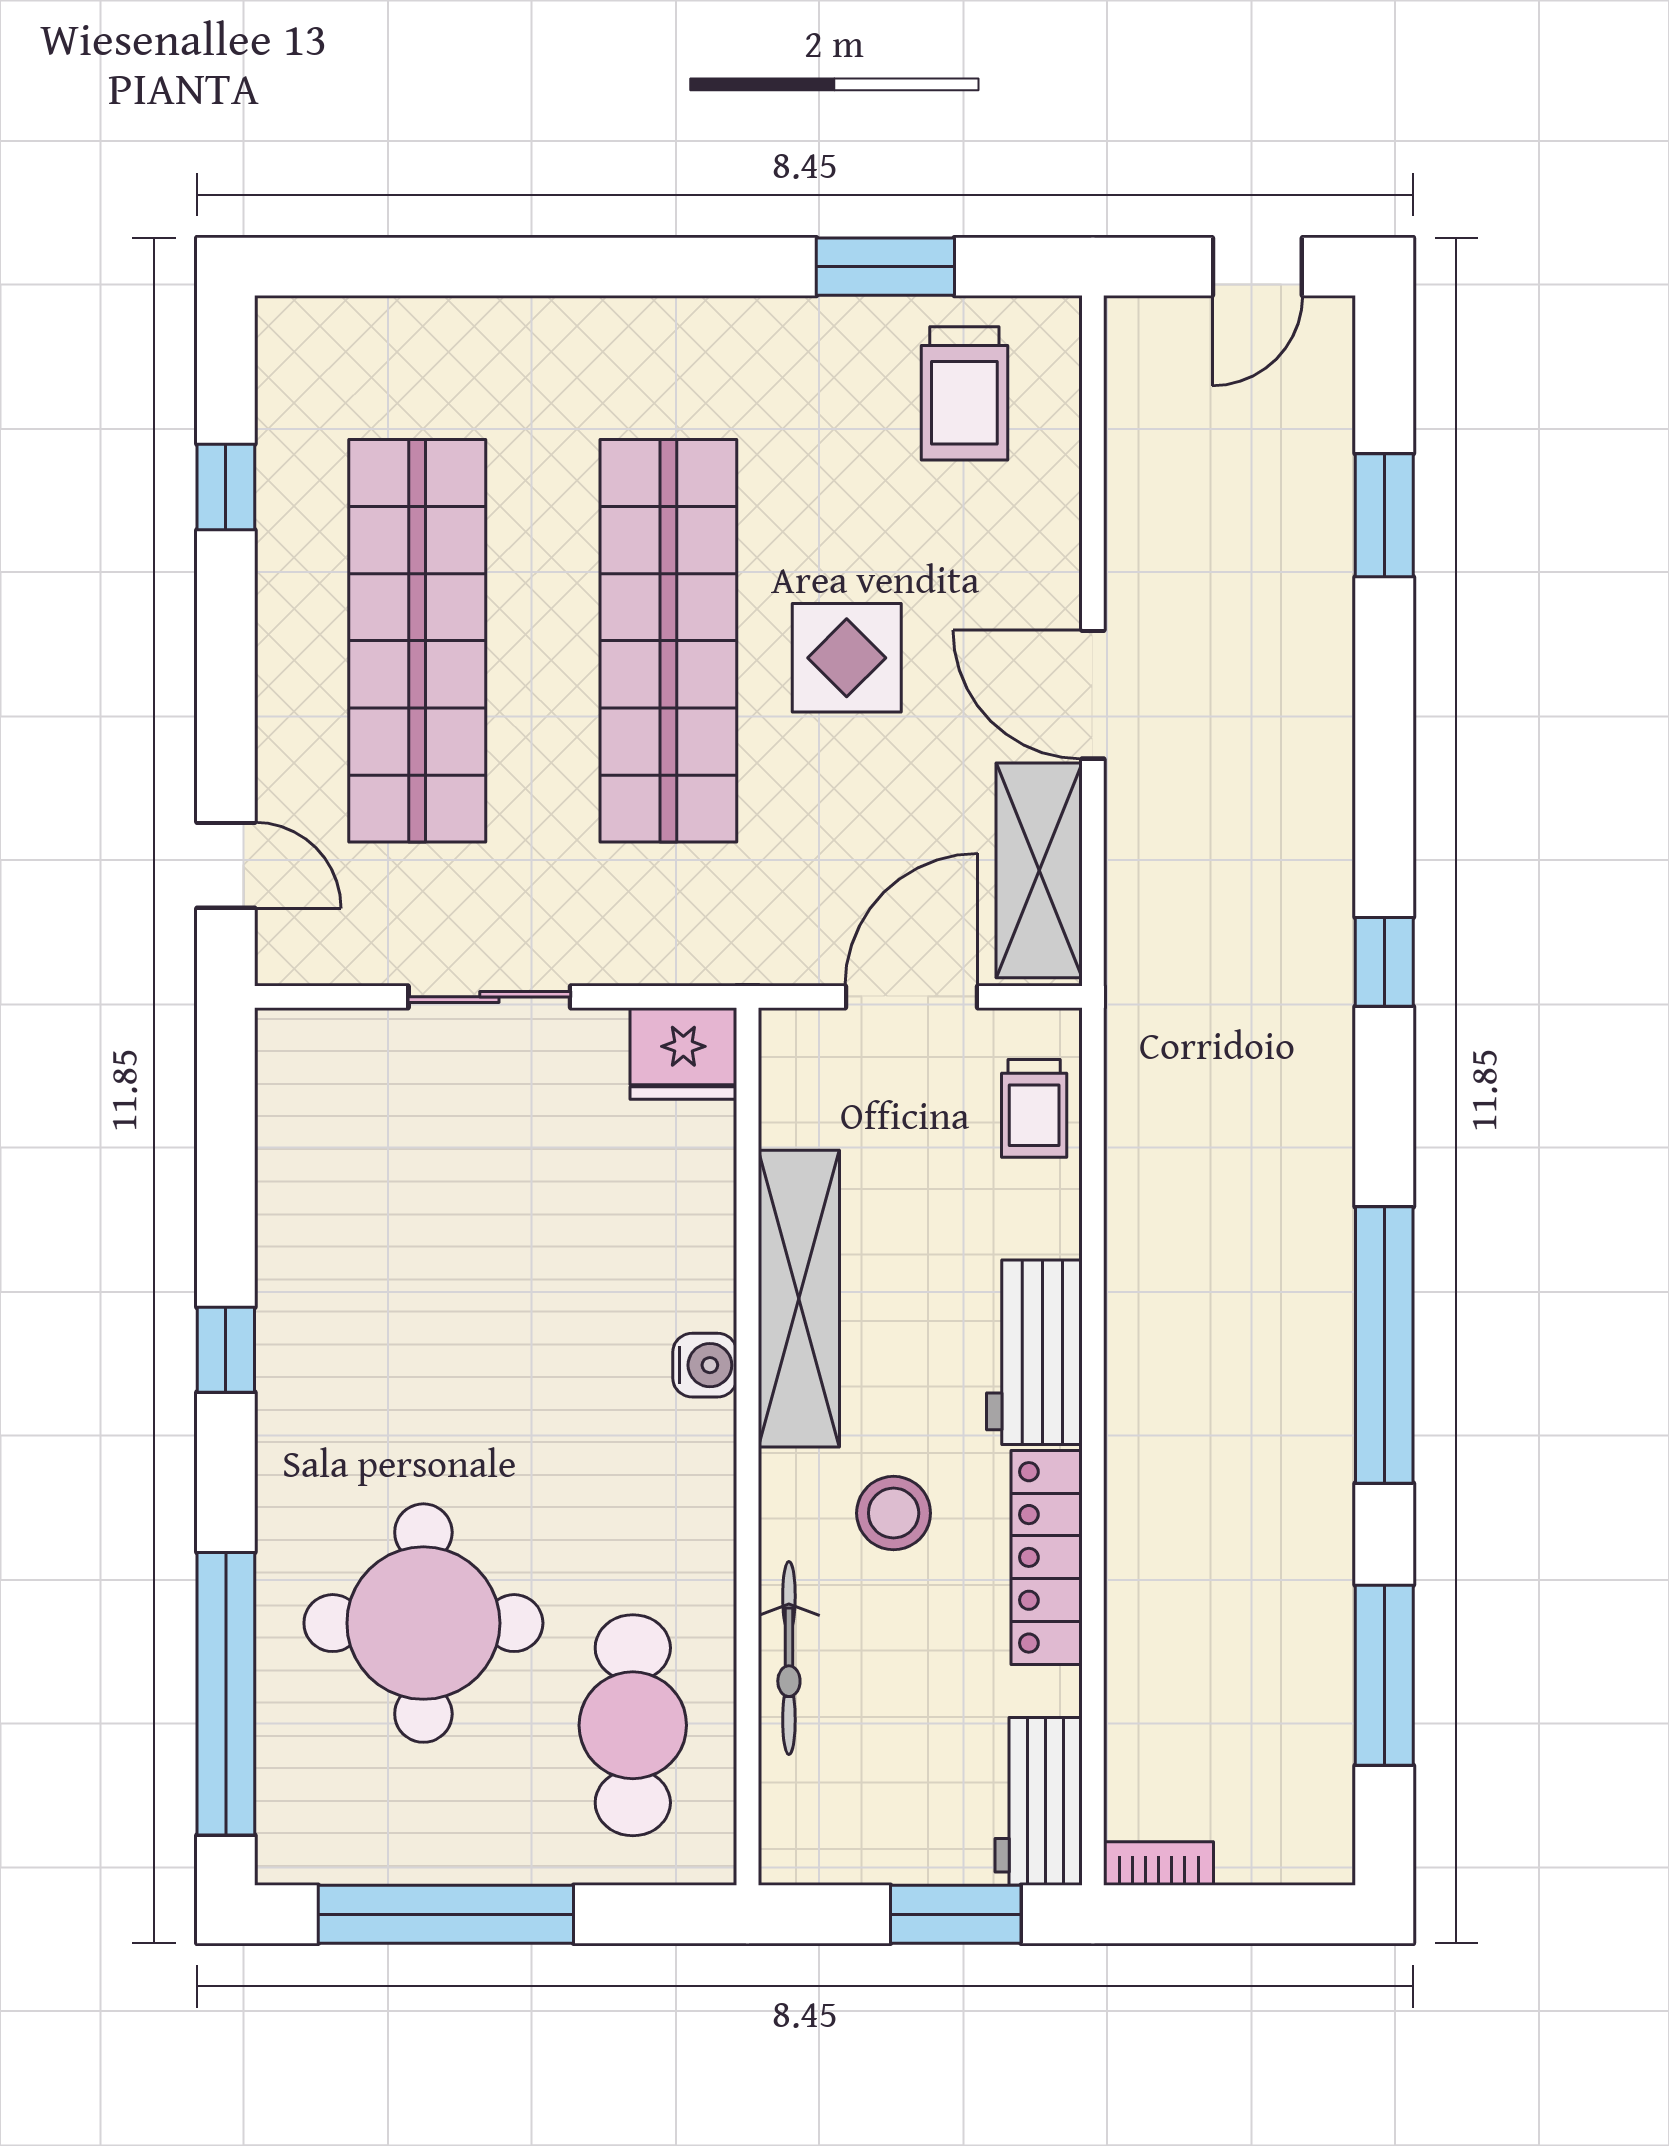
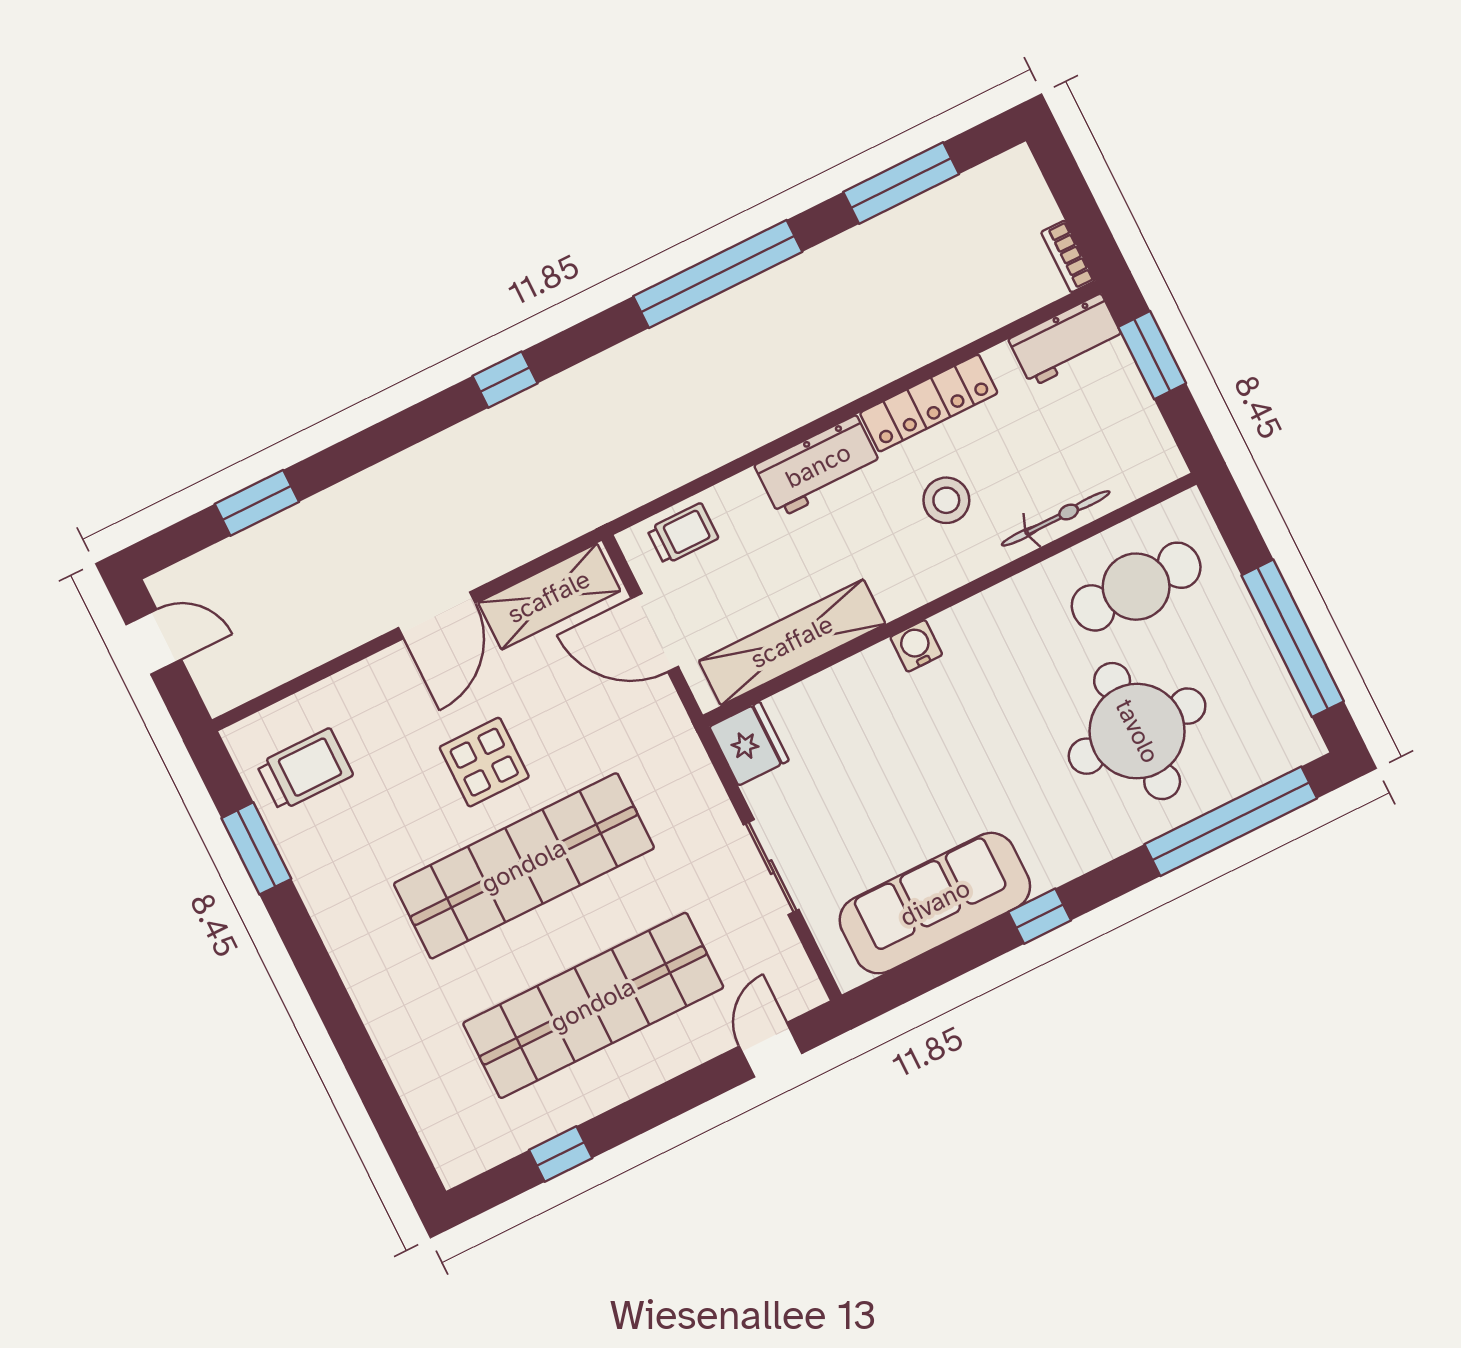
sofa: (320, 1208) -> (935, 903), added
shelving: (799, 1299) -> (792, 642), moved

